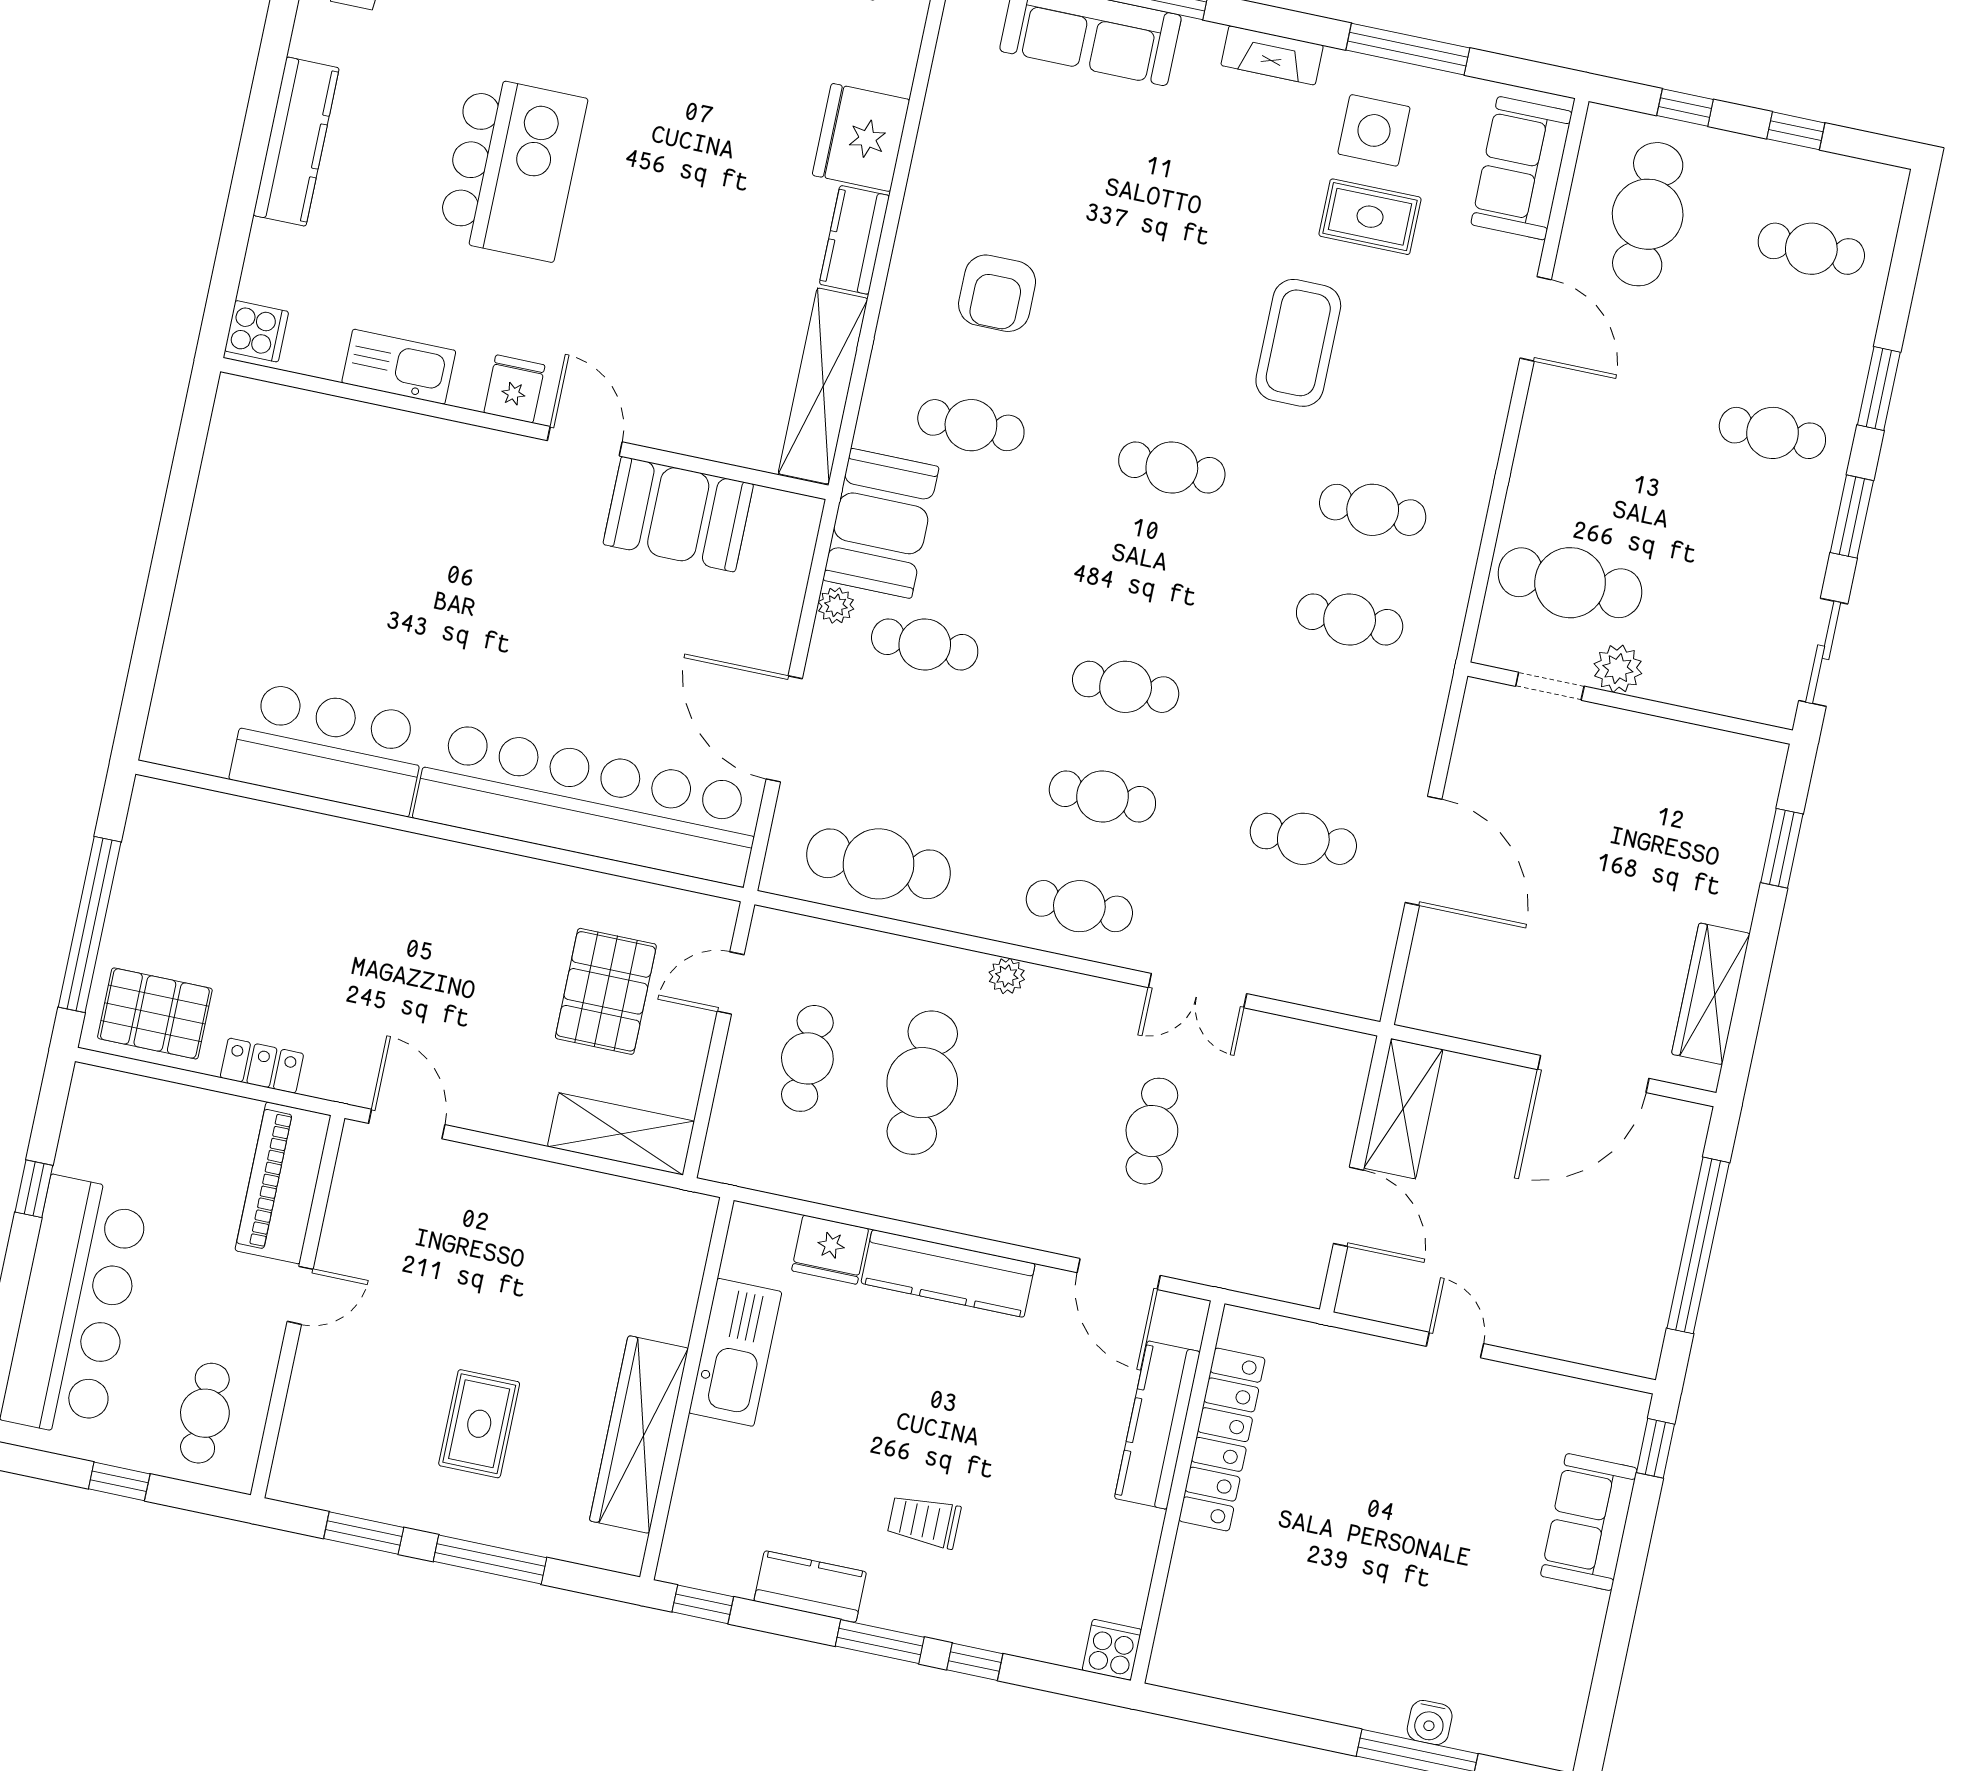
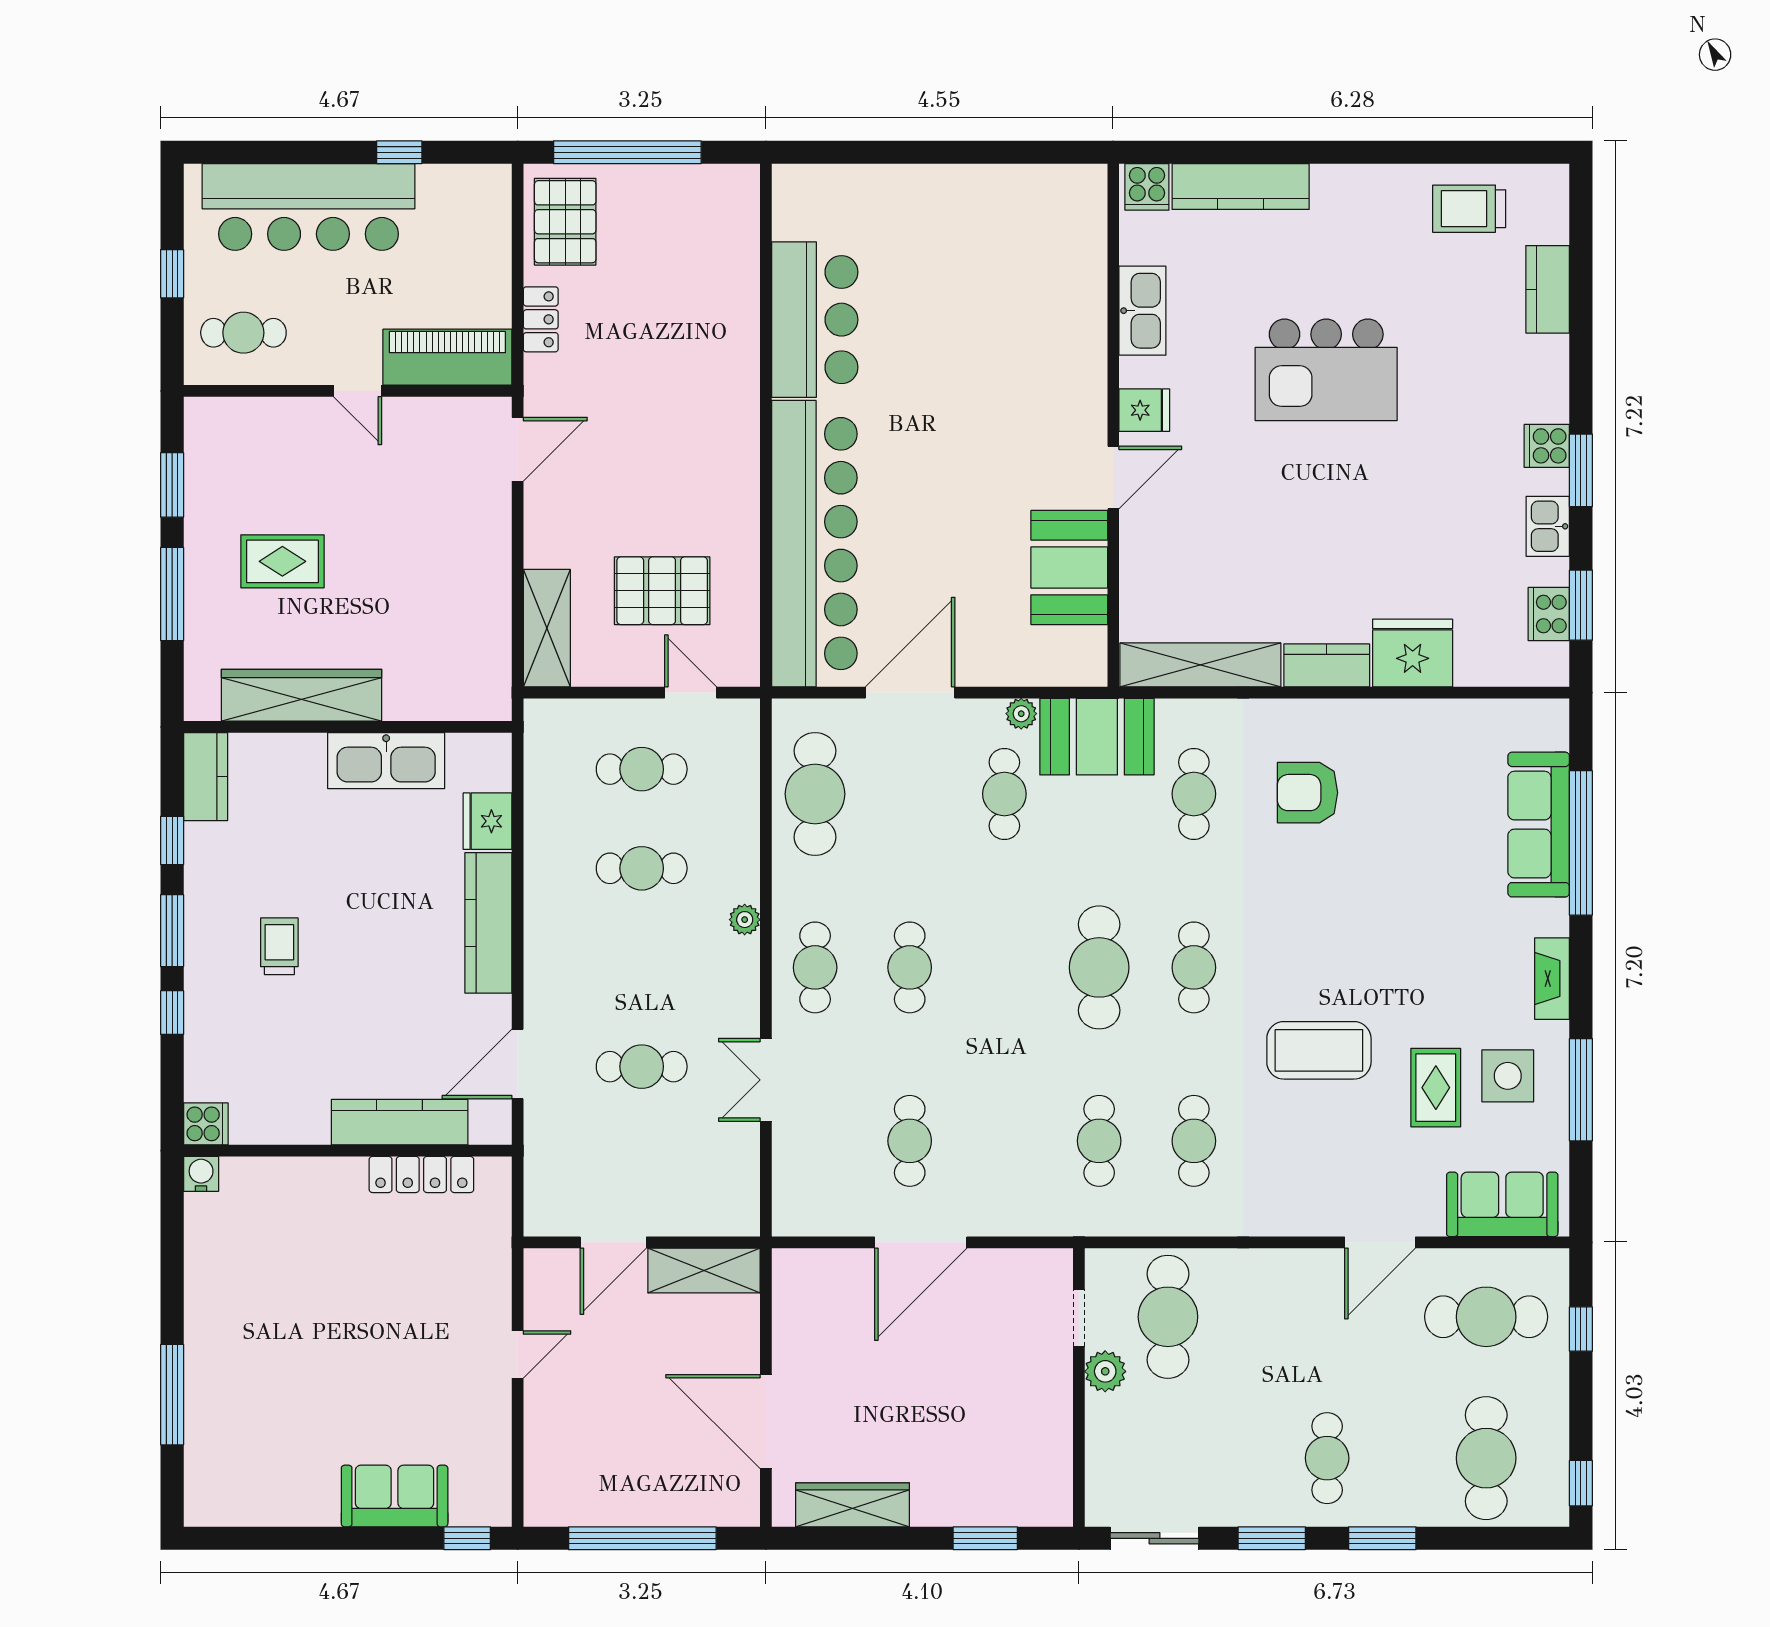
window: (1796, 131) -> (1581, 1483), moved
kitchen counter: (296, 142) -> (1241, 187), moved
cafe table: (1811, 249) -> (1486, 1458), width x1.37, depth x1.35
cafe table: (1126, 687) -> (1099, 967), moved, width x1.37, depth x1.35
cafe table: (922, 1083) -> (642, 868), width x0.73, depth x0.74
locker: (1222, 1440) -> (421, 1174), width x0.71, depth x0.83
kitchen counter: (810, 1587) -> (206, 777), moved
window: (703, 1604) -> (172, 840), moved
water cooler: (1430, 1723) -> (201, 1174), moved, turned 90

